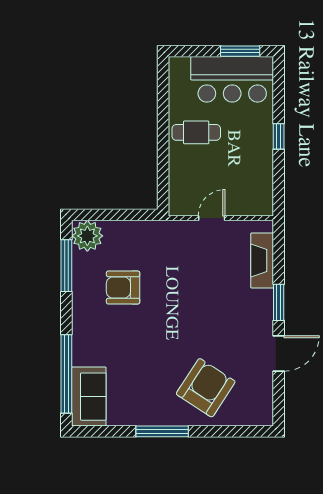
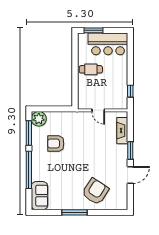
window: (240, 51) -> (94, 30), moved
window: (279, 136) -> (130, 91), moved
door: (212, 218) -> (98, 110), swing flipped
window: (66, 374) -> (29, 170), moved

